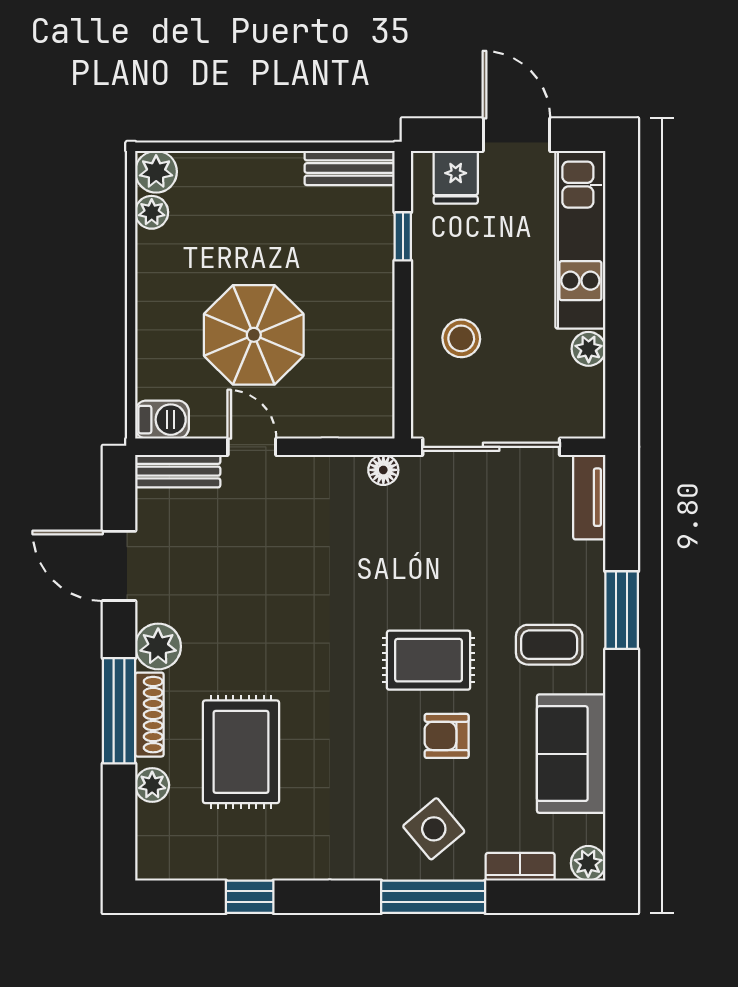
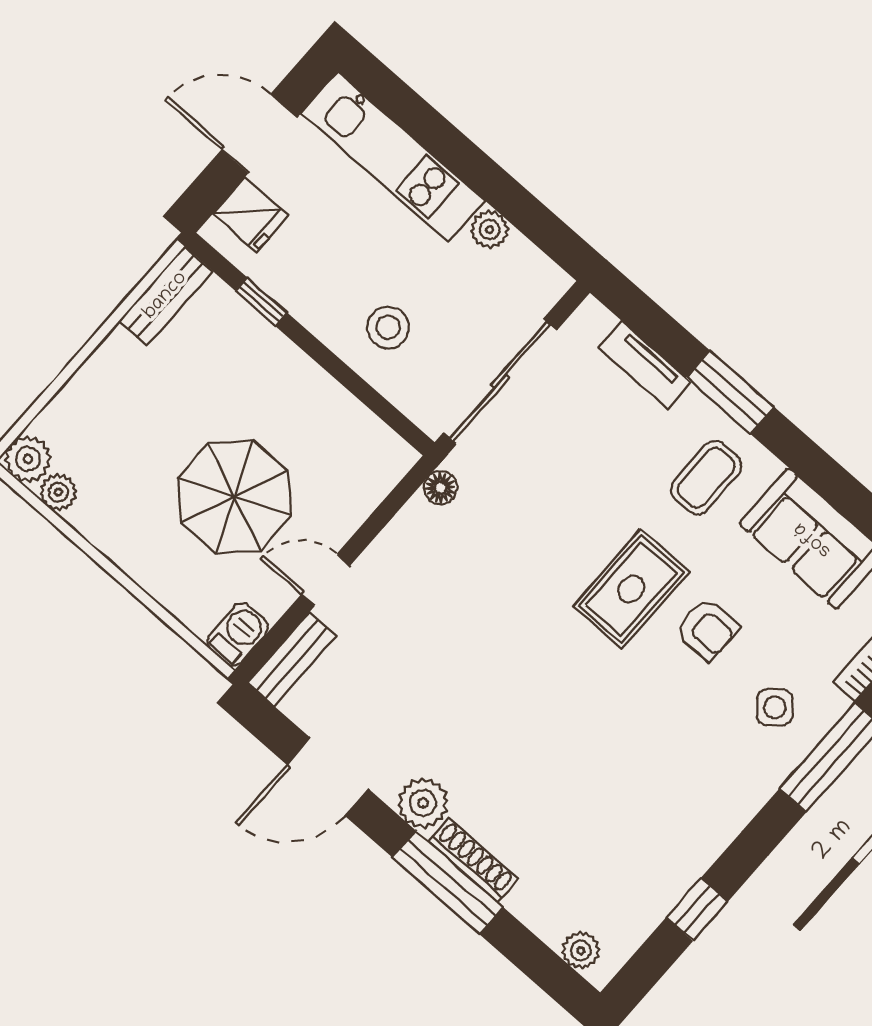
tv unit: (589, 497) -> (645, 365), moved
armchair: (447, 736) -> (707, 629), turned -90
rug: (241, 752) -> (571, 811), removed
plant: (152, 785) -> (581, 951), moved
side table: (434, 829) -> (775, 707), width x0.73, depth x0.73

